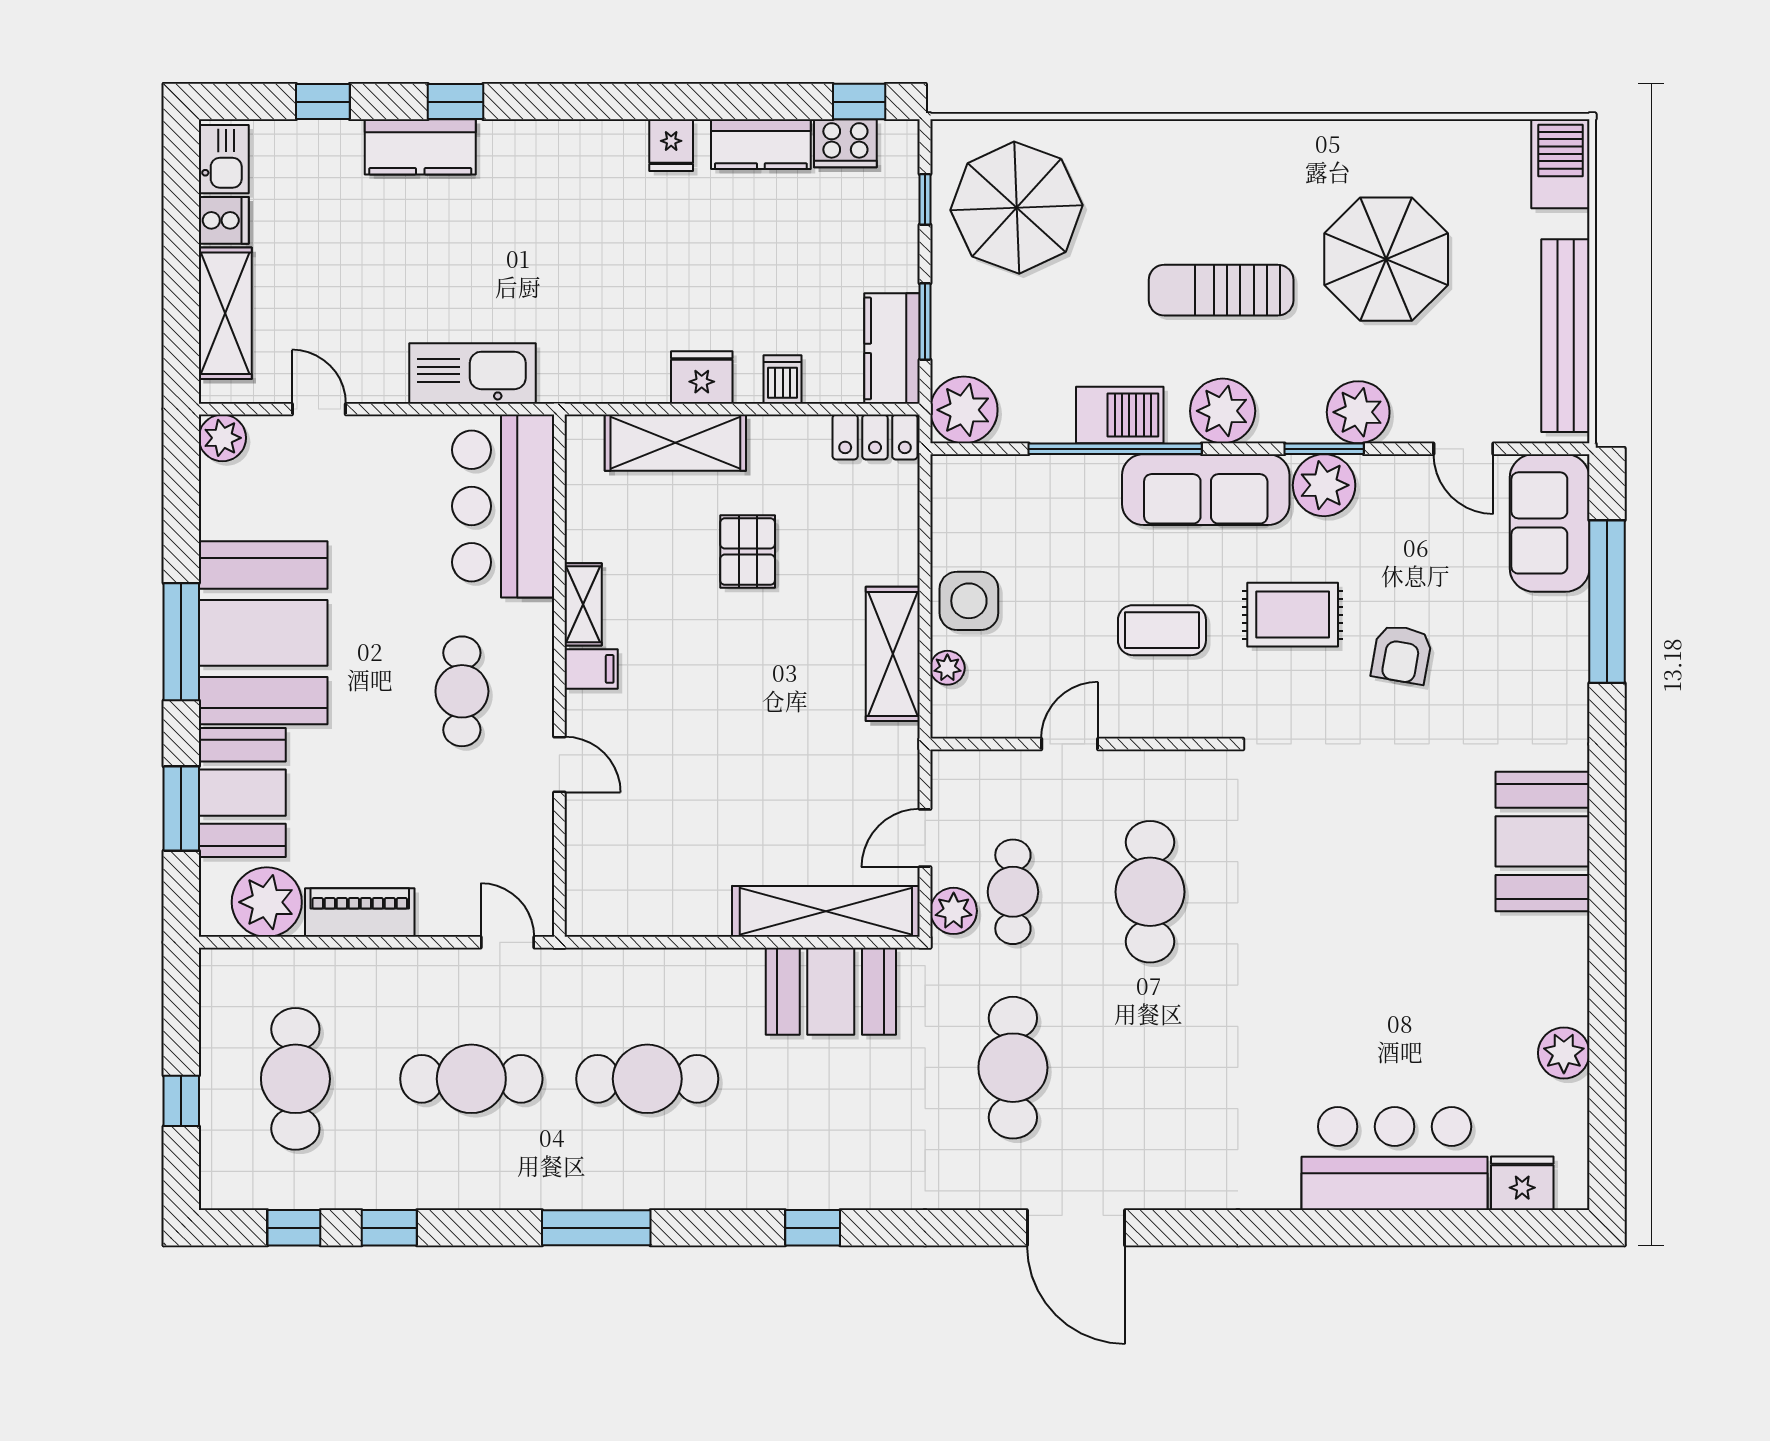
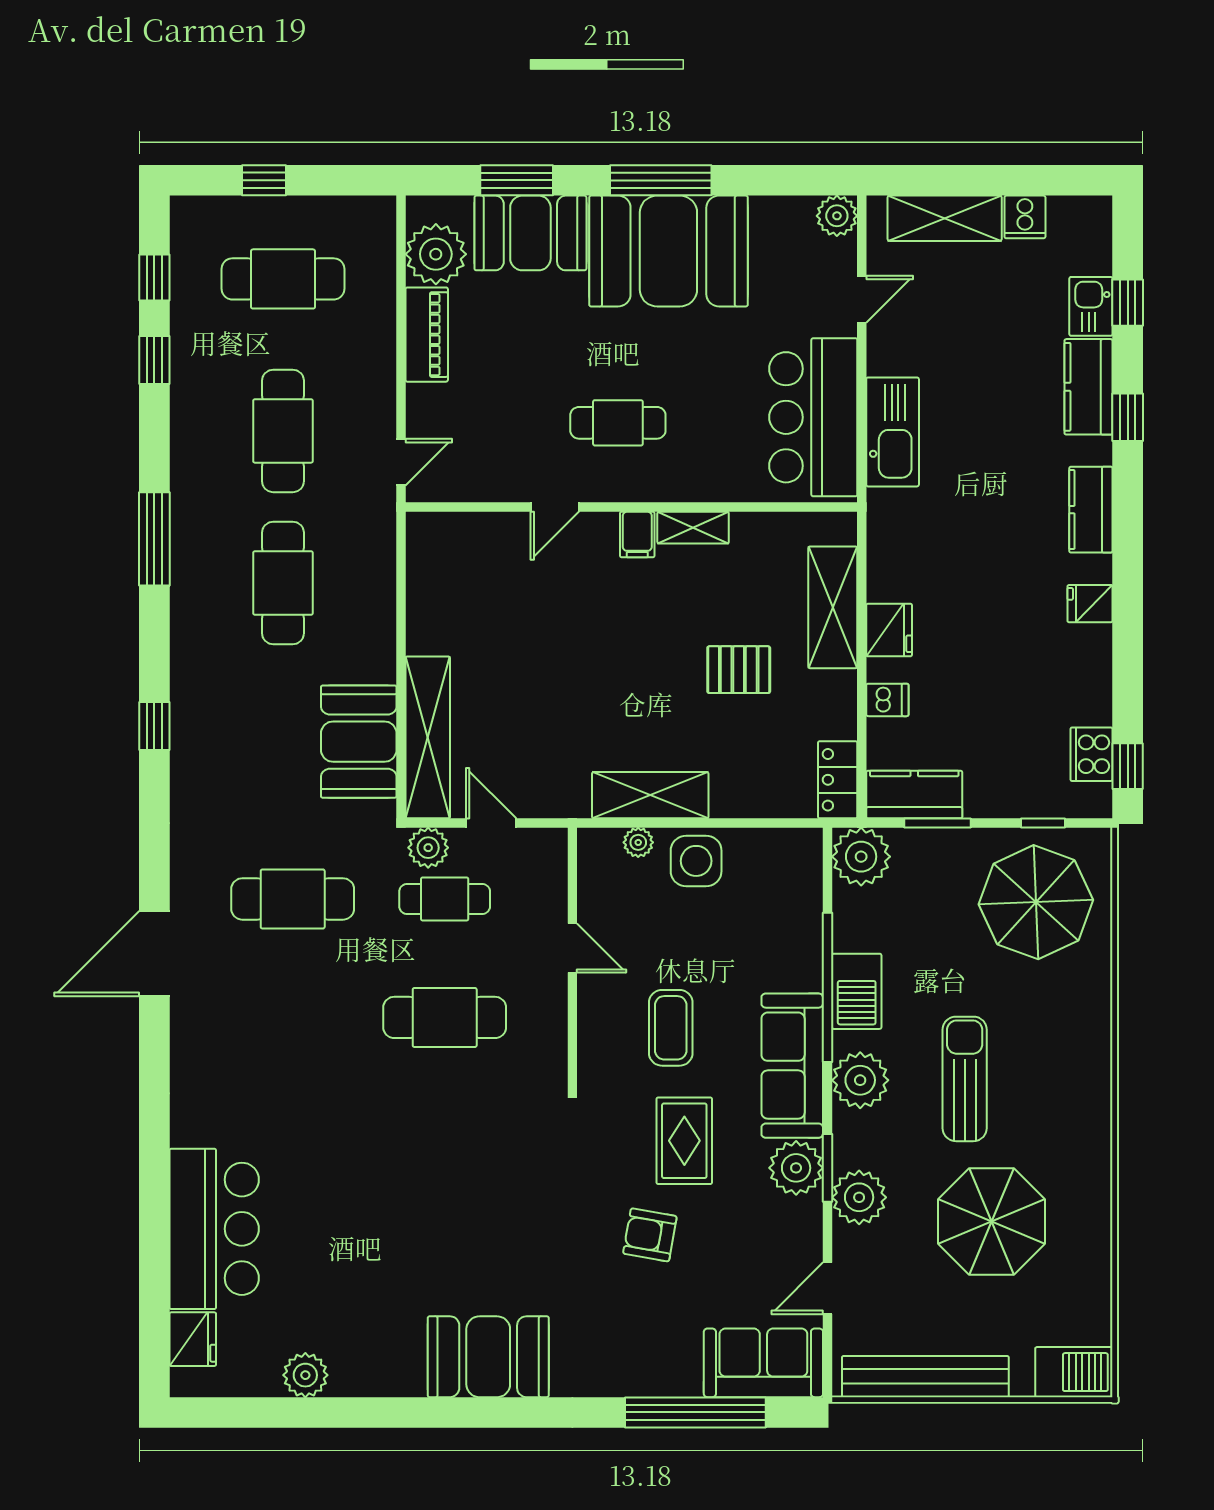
kitchen counter: (761, 144) -> (1091, 510), moved
kitchen sink: (224, 159) -> (1091, 306), moved, turned 90
bar counter: (503, 506) -> (813, 417), moved, turned -90

